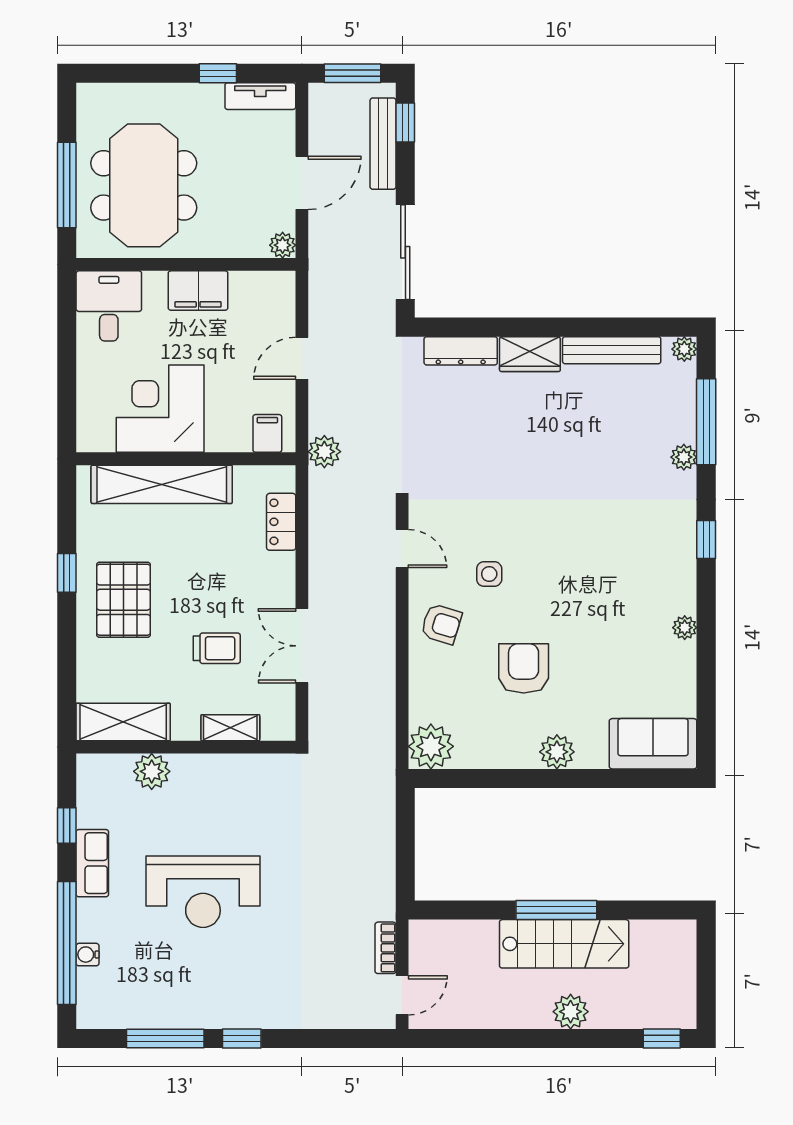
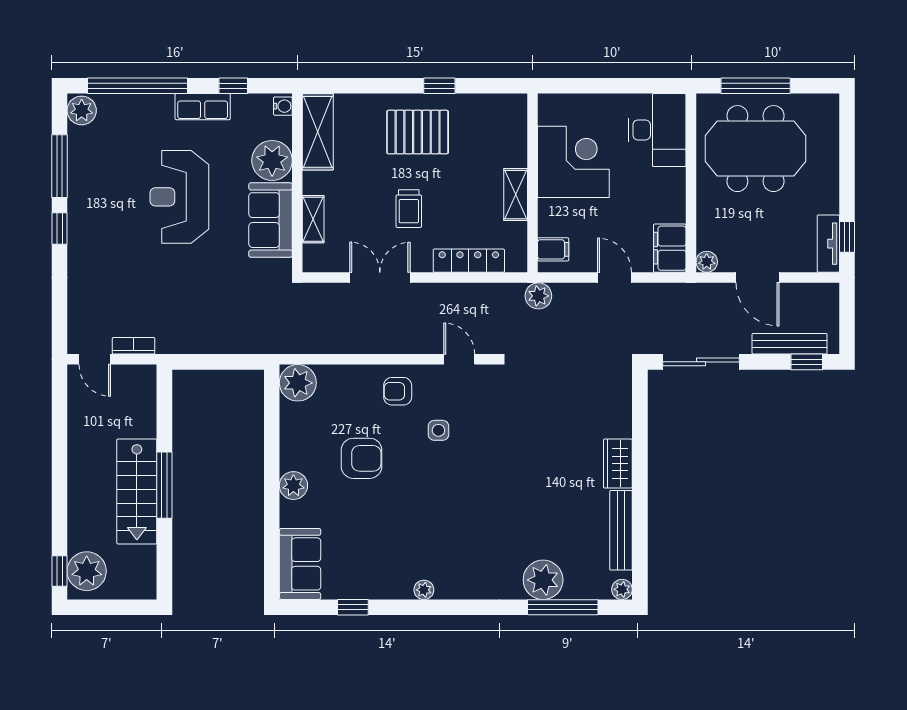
window: (218, 73) -> (847, 237), moved
window: (352, 73) -> (847, 319), removed
filing cabinet: (198, 291) -> (670, 248), moved
desk: (109, 306) -> (657, 130), width x1.37
dresser: (461, 351) -> (621, 407), removed
plant: (684, 457) -> (543, 580), width x1.88, depth x1.88
shelving: (162, 484) -> (516, 195), width x0.45, depth x0.75
locker: (281, 522) -> (469, 261), width x1.53
window: (706, 539) -> (353, 607), moved
door: (402, 549) -> (459, 359), swing flipped
armchair: (441, 624) -> (398, 391), turned 73
plant: (685, 628) -> (424, 590), moved
trolley: (217, 648) -> (409, 209), moved
plant: (152, 771) -> (272, 160), width x1.36, depth x1.36
sofa: (231, 780) -> (271, 220), added
water cooler: (88, 955) -> (283, 106), moved, turned 90
plant: (97, 1011) -> (82, 110), added
plant: (571, 1012) -> (87, 571), moved, width x1.36, depth x1.36

